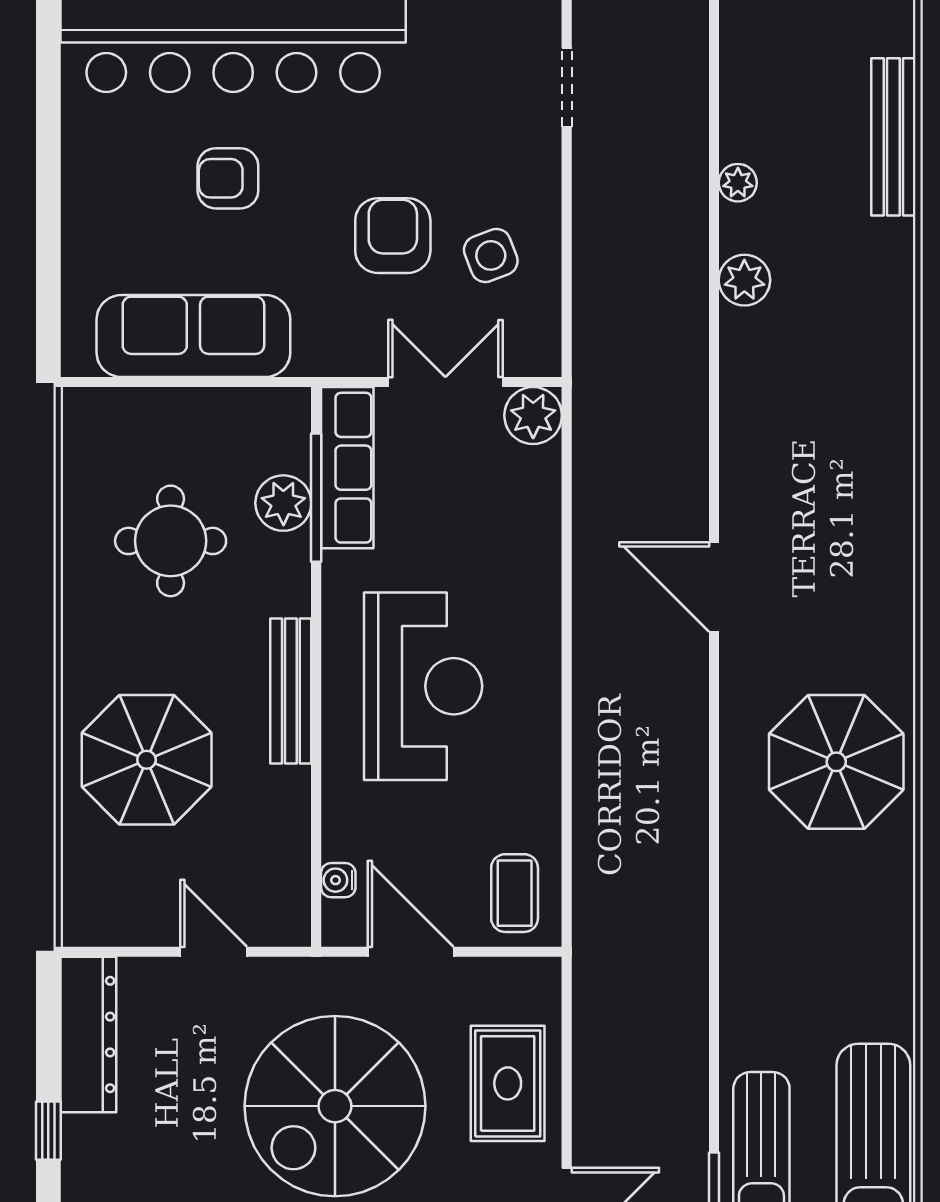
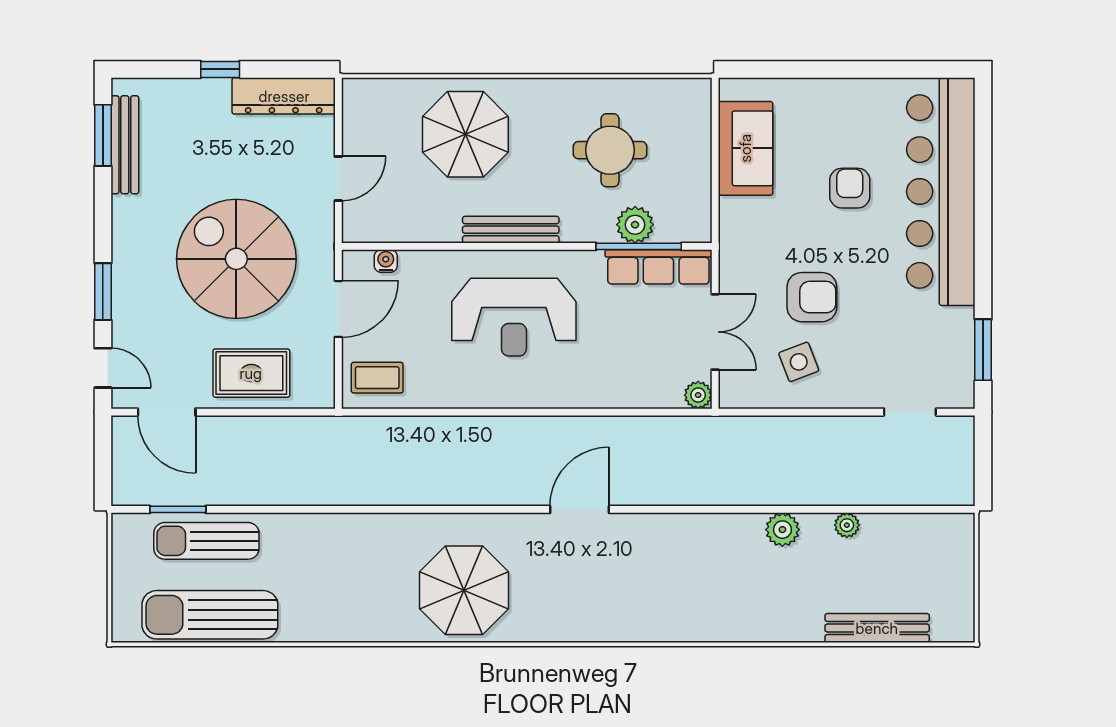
sofa: (193, 336) -> (745, 148), width x0.73
plant: (533, 416) -> (698, 395), width x0.73, depth x0.73

